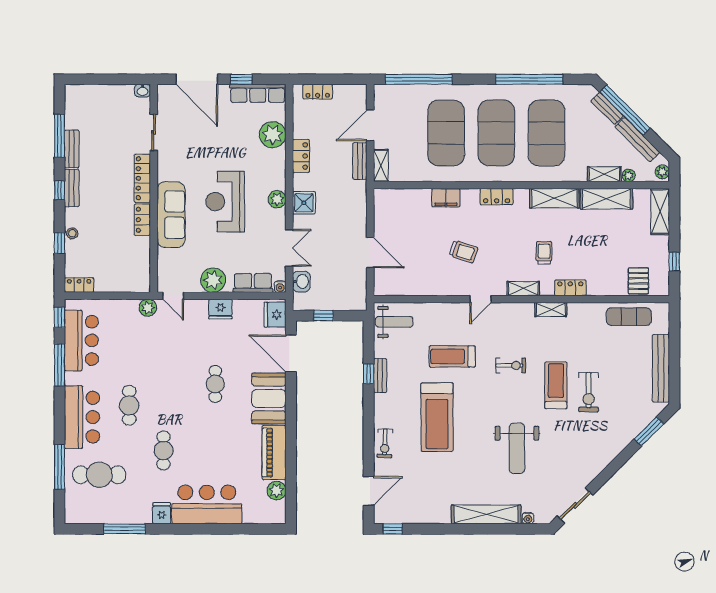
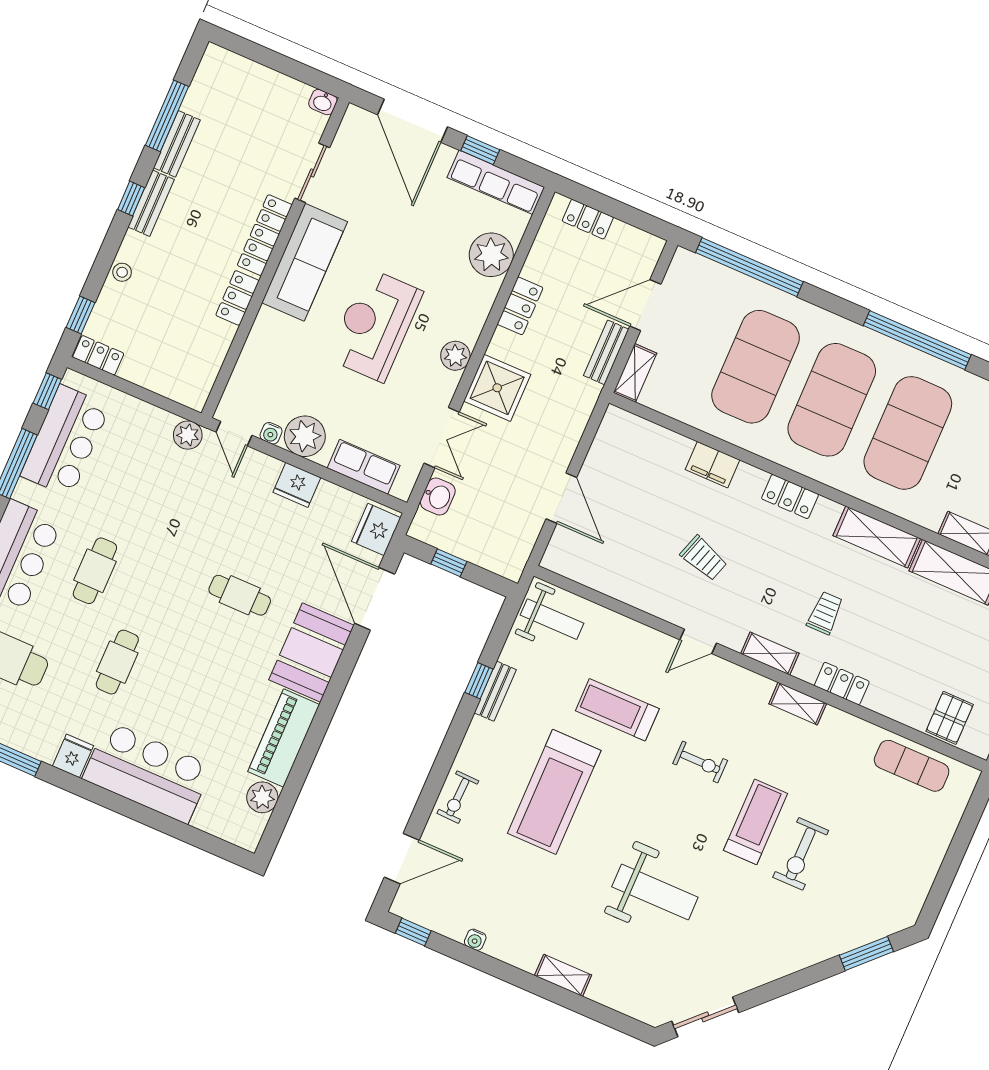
shower: (304, 203) -> (497, 388), width x1.36, depth x1.36
sofa: (171, 215) -> (305, 262), moved
window: (59, 243) -> (80, 315), moved
water cooler: (280, 287) -> (271, 433), moved
bench: (661, 368) -> (926, 865), removed
cafe table: (215, 384) -> (240, 595), turned 90
weight bench: (517, 448) -> (655, 892), turned -90
shelving: (486, 514) -> (563, 975), width x0.45, depth x0.75
water cooler: (528, 518) -> (475, 940), moved

